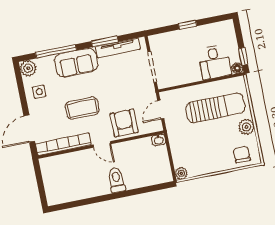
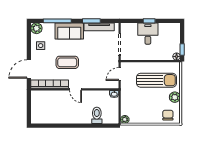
desk: (215, 62) -> (148, 34), moved, turned 180
armchair: (124, 123) -> (93, 78), removed
toilet: (117, 180) -> (97, 115), moved

